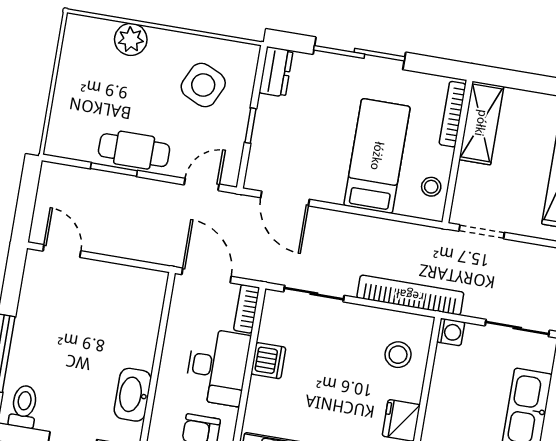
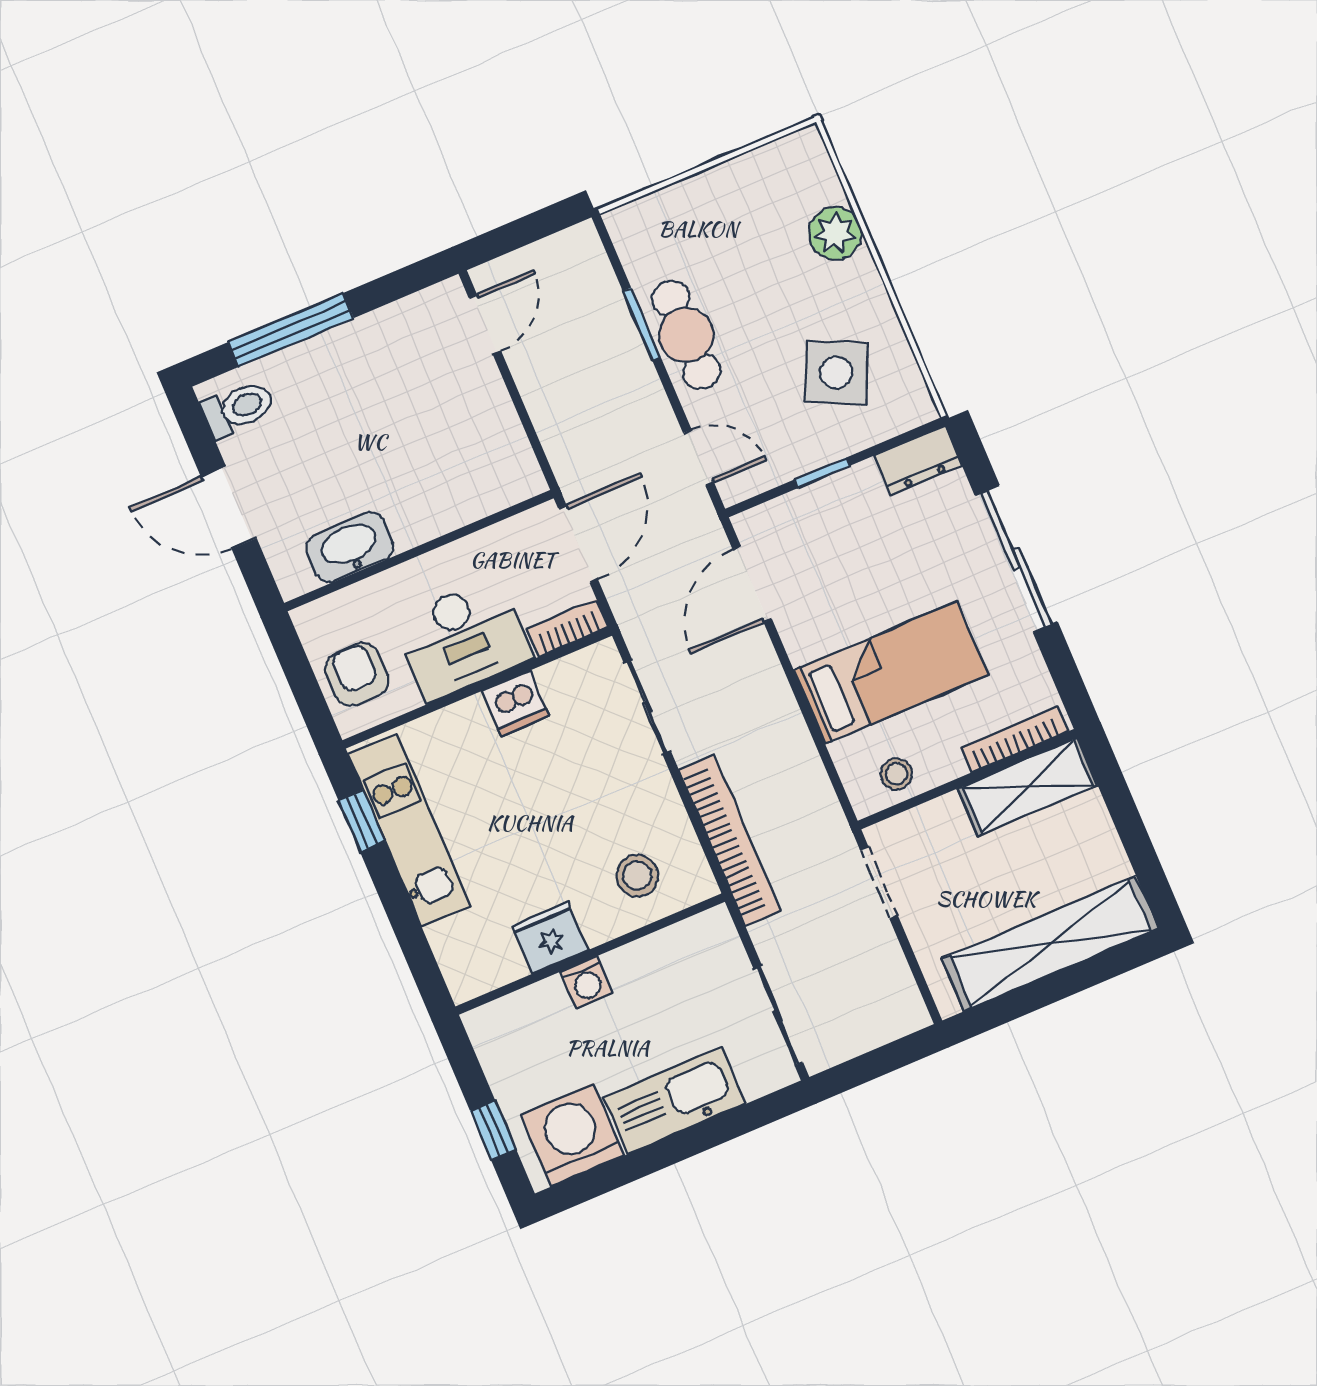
washing machine: (451, 332) -> (587, 982), moved

